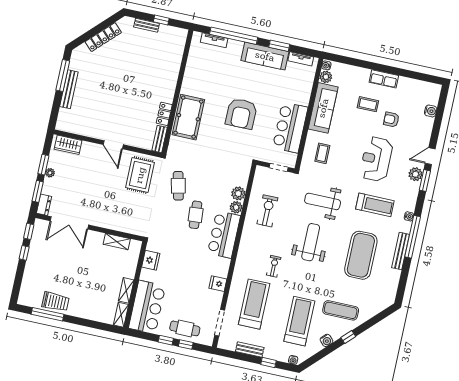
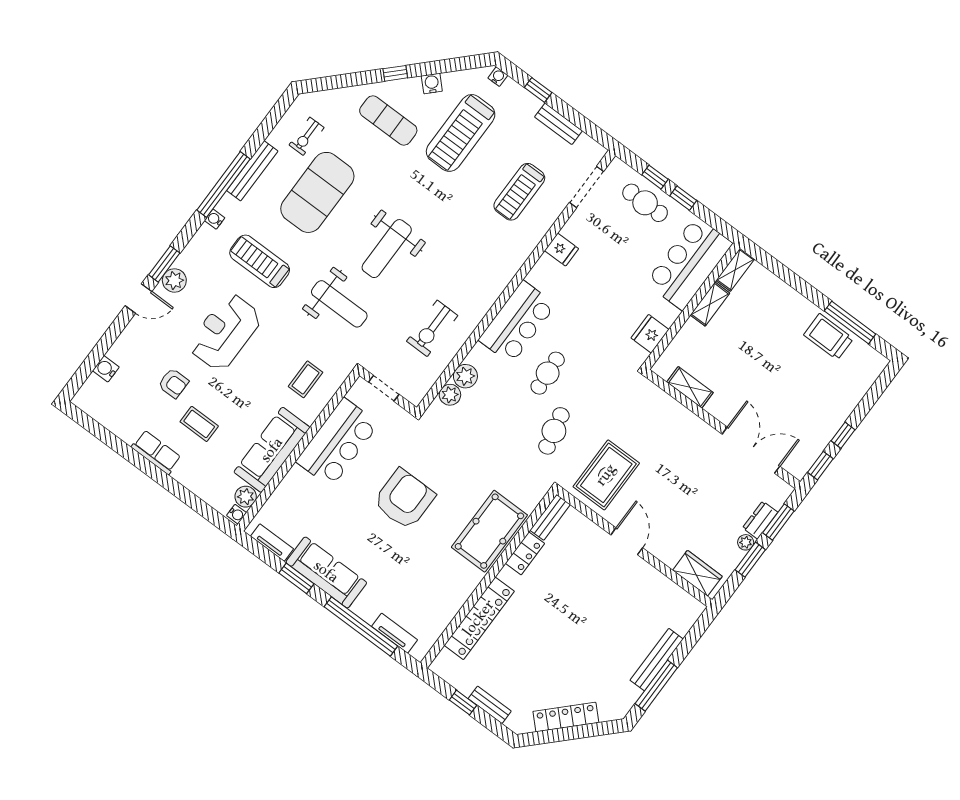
locker: (173, 69) -> (479, 618), added
reception desk: (376, 159) -> (225, 332), turned 180
dresser: (44, 205) -> (760, 520), moved
plant: (236, 207) -> (450, 395), moved
exercise bike: (274, 266) -> (307, 136), moved
treadmill: (254, 304) -> (519, 192), width x0.73, depth x0.73

